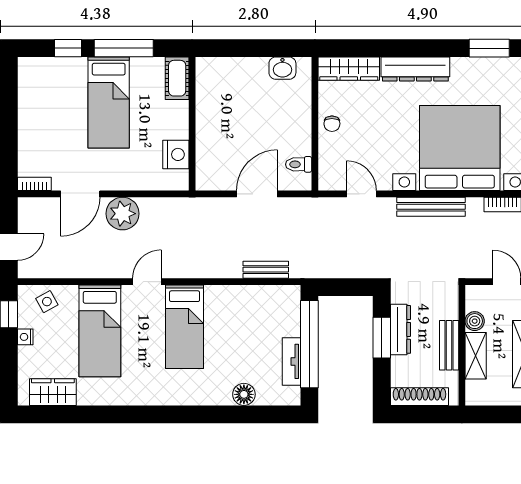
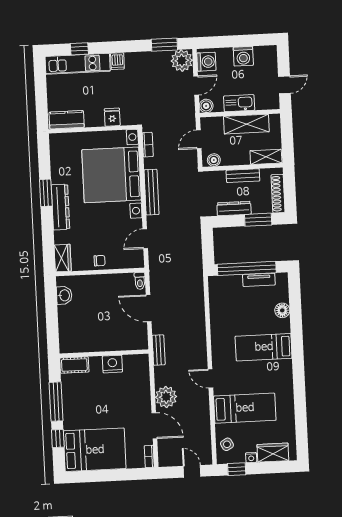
window: (489, 48) -> (46, 193), moved
wardrobe: (349, 69) -> (63, 258), width x0.67
bed: (109, 102) -> (95, 450), moved, width x1.50
nightstand: (176, 154) -> (112, 364), moved
toilet: (299, 164) -> (140, 281), moved
bench: (266, 270) -> (159, 350), moved
boiler: (475, 321) -> (214, 160), moved
bed: (185, 327) -> (264, 347), moved, turned 180
window: (382, 338) -> (258, 220), moved
shelving: (476, 356) -> (266, 157), moved
wardrobe: (53, 392) -> (273, 453), moved, turned 90

